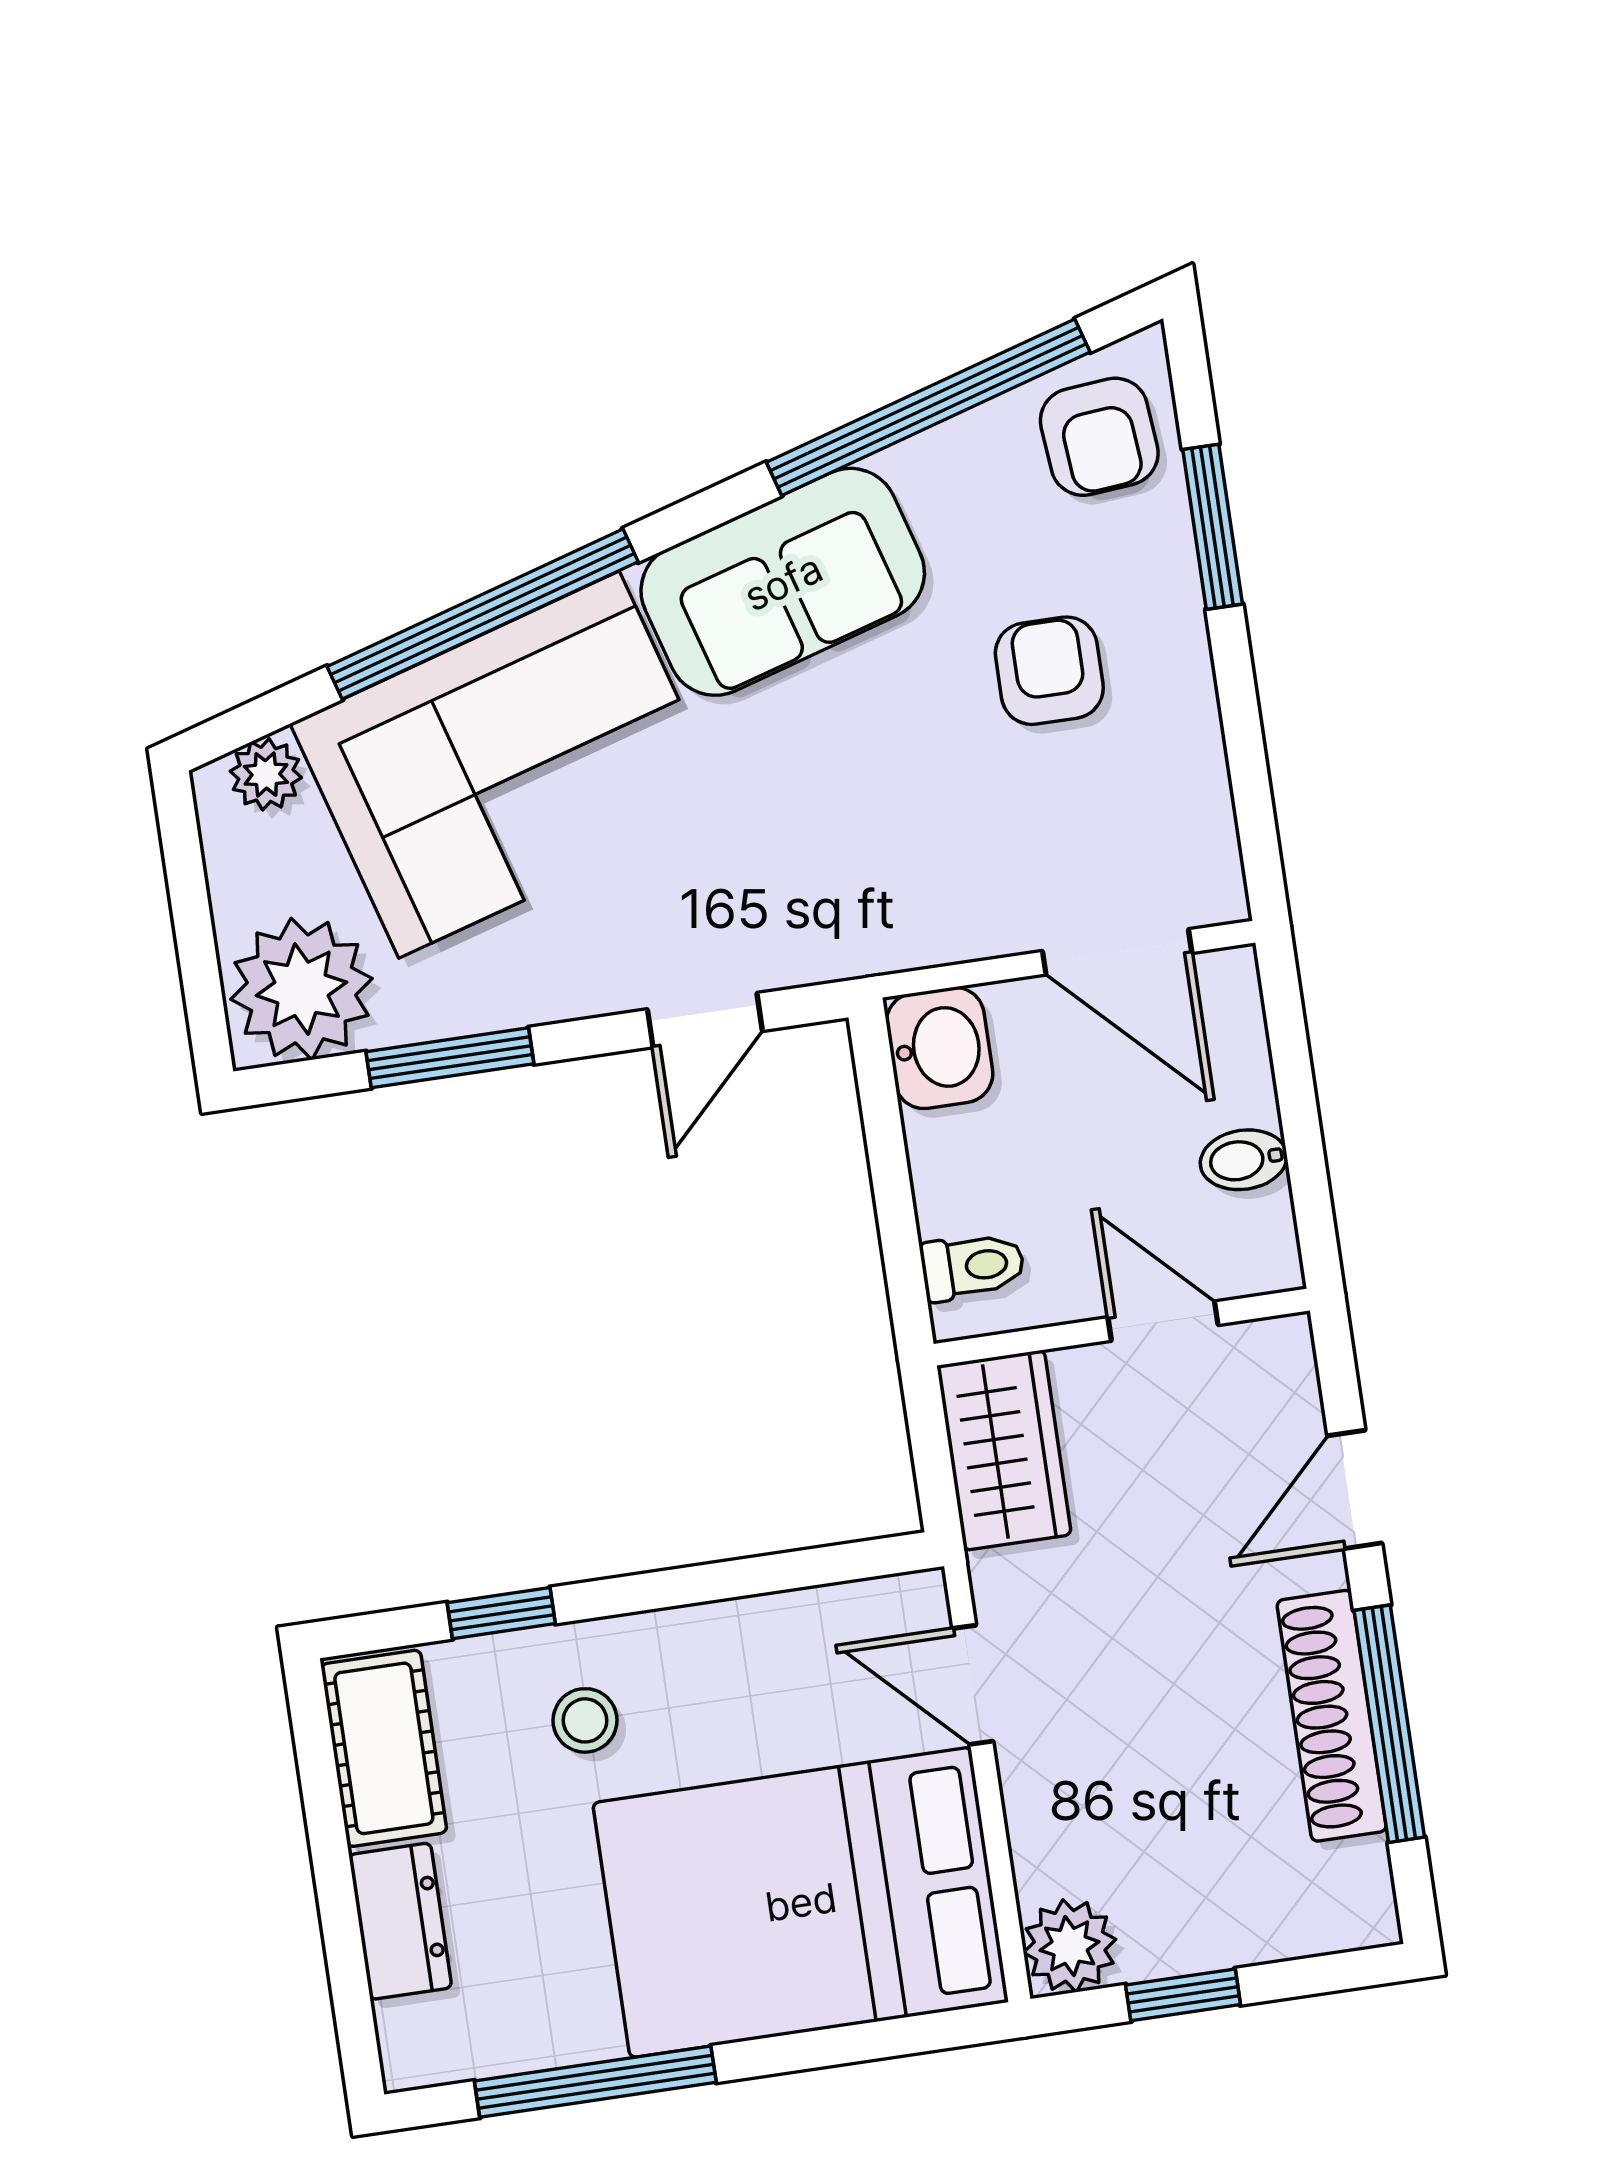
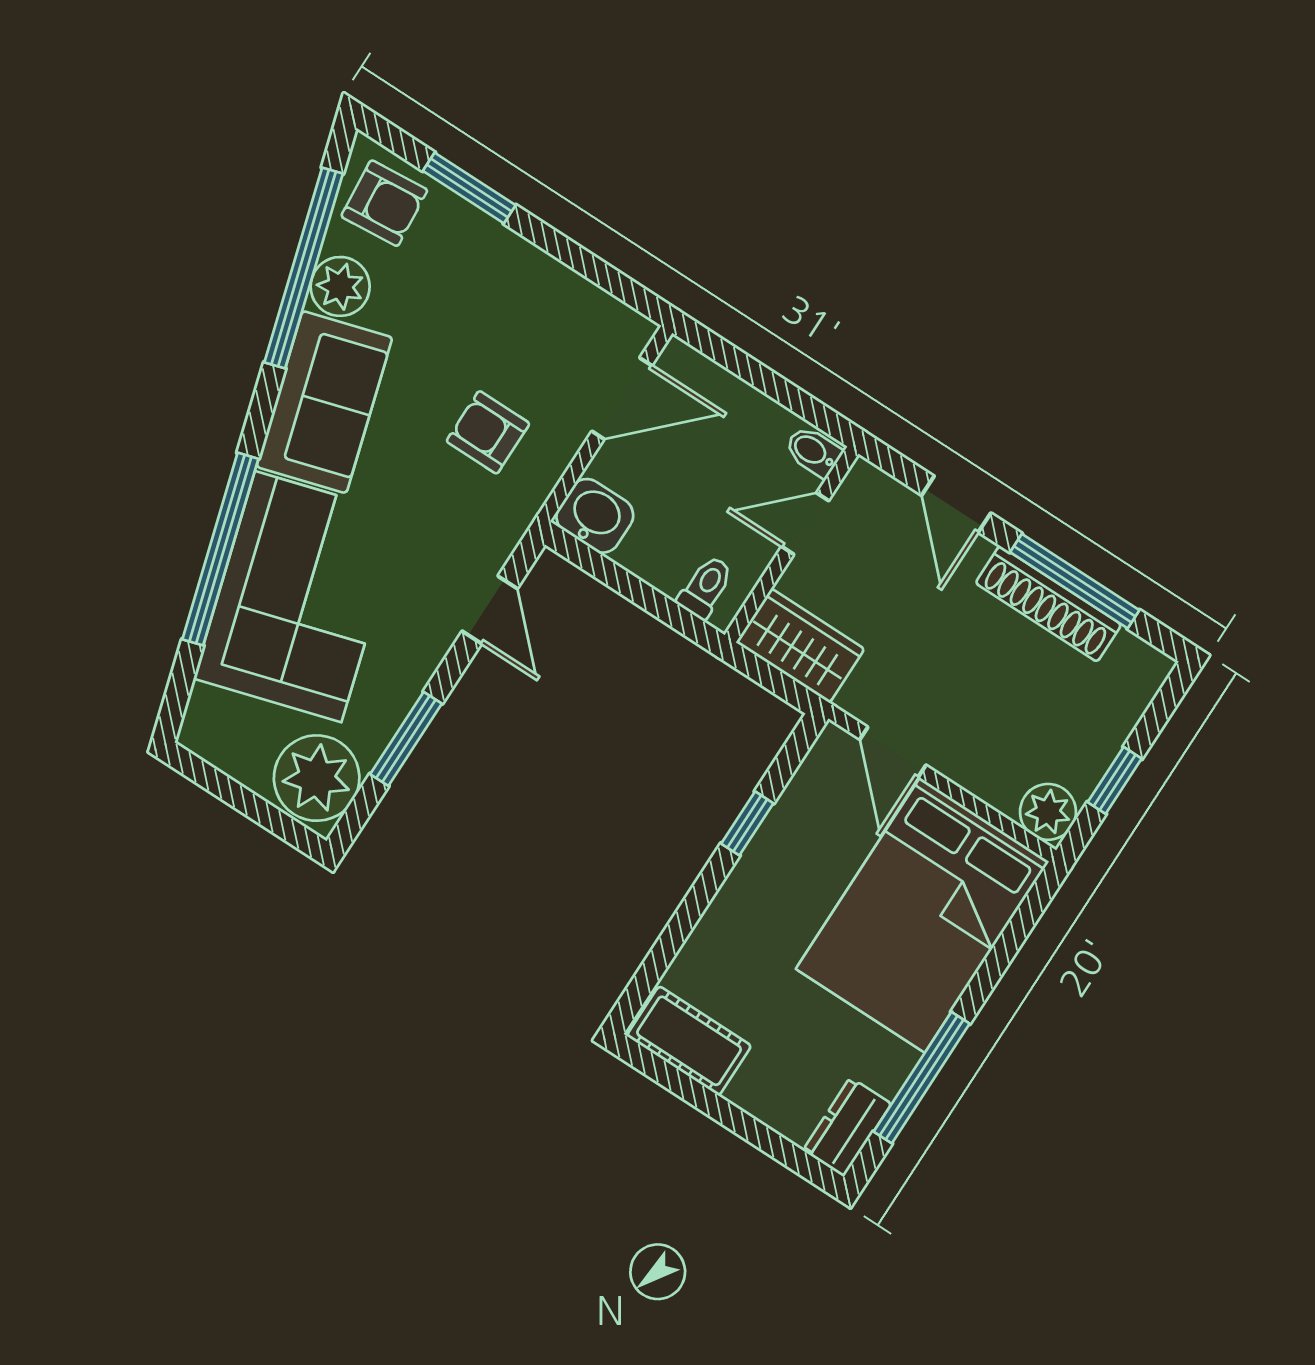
armchair: (1049, 671) -> (488, 432), moved
plant: (266, 774) -> (340, 286), moved, width x1.38, depth x1.38
bidet: (1244, 1160) -> (813, 452), moved, turned 90
window: (501, 1613) -> (747, 823), moved
door: (973, 1685) -> (893, 752), hinge flipped
stool: (585, 1720) -> (756, 940), removed
dresser: (400, 1921) -> (847, 1127), moved, turned -90

